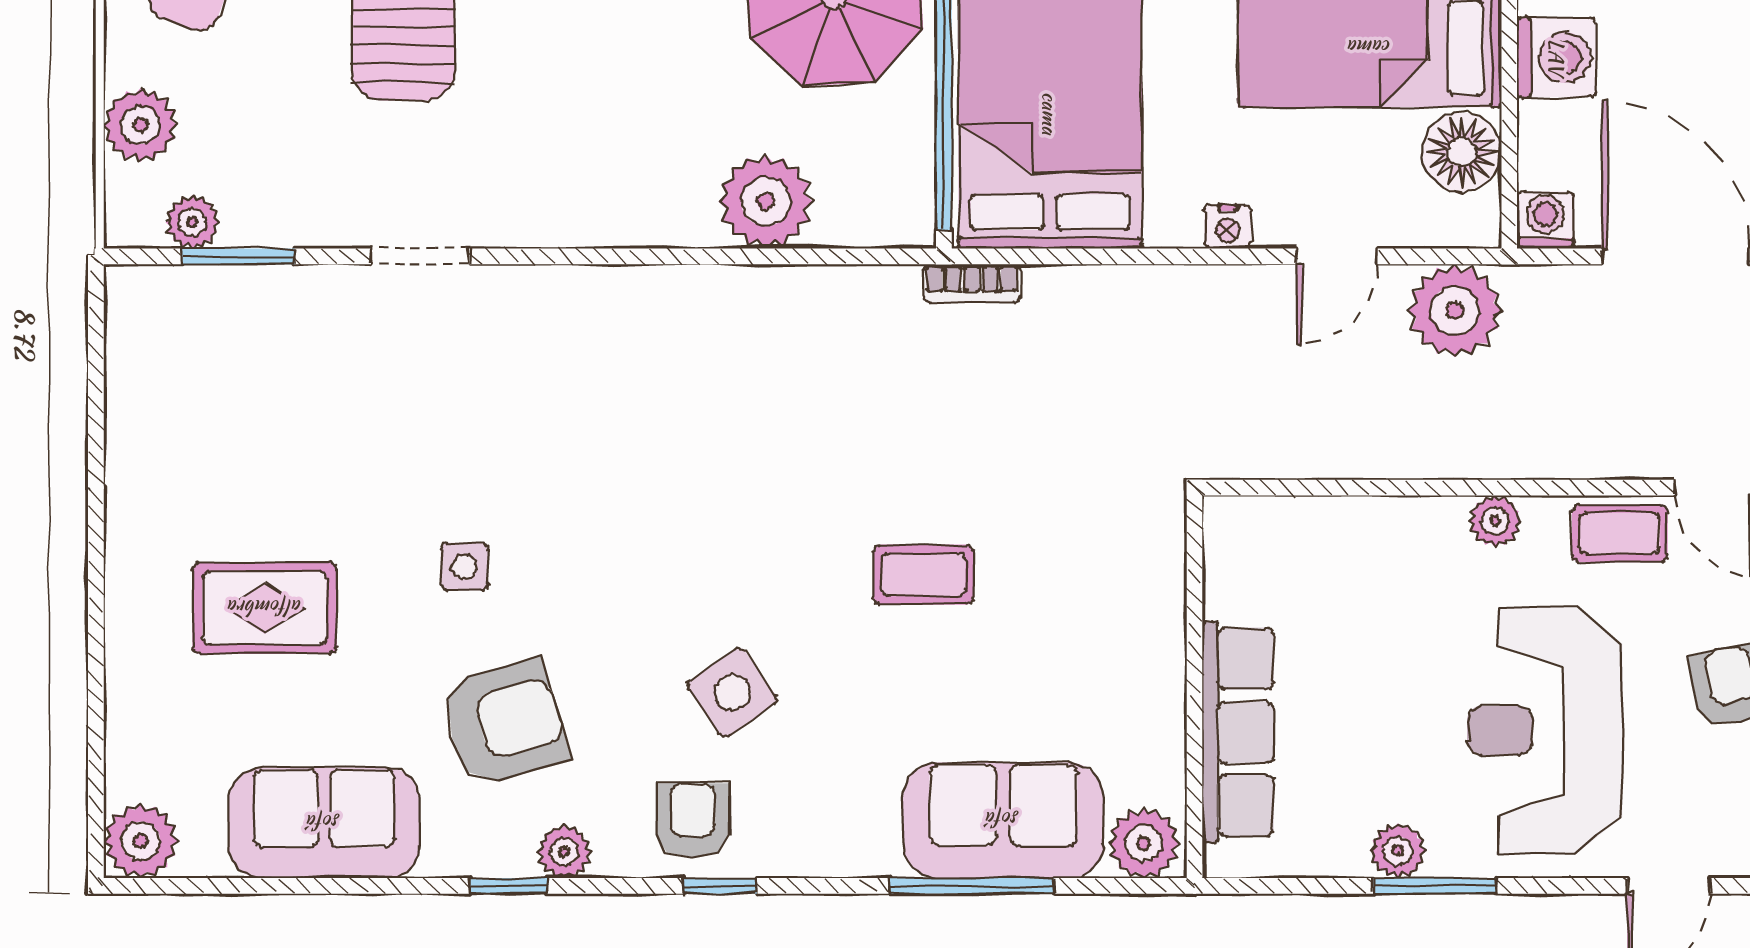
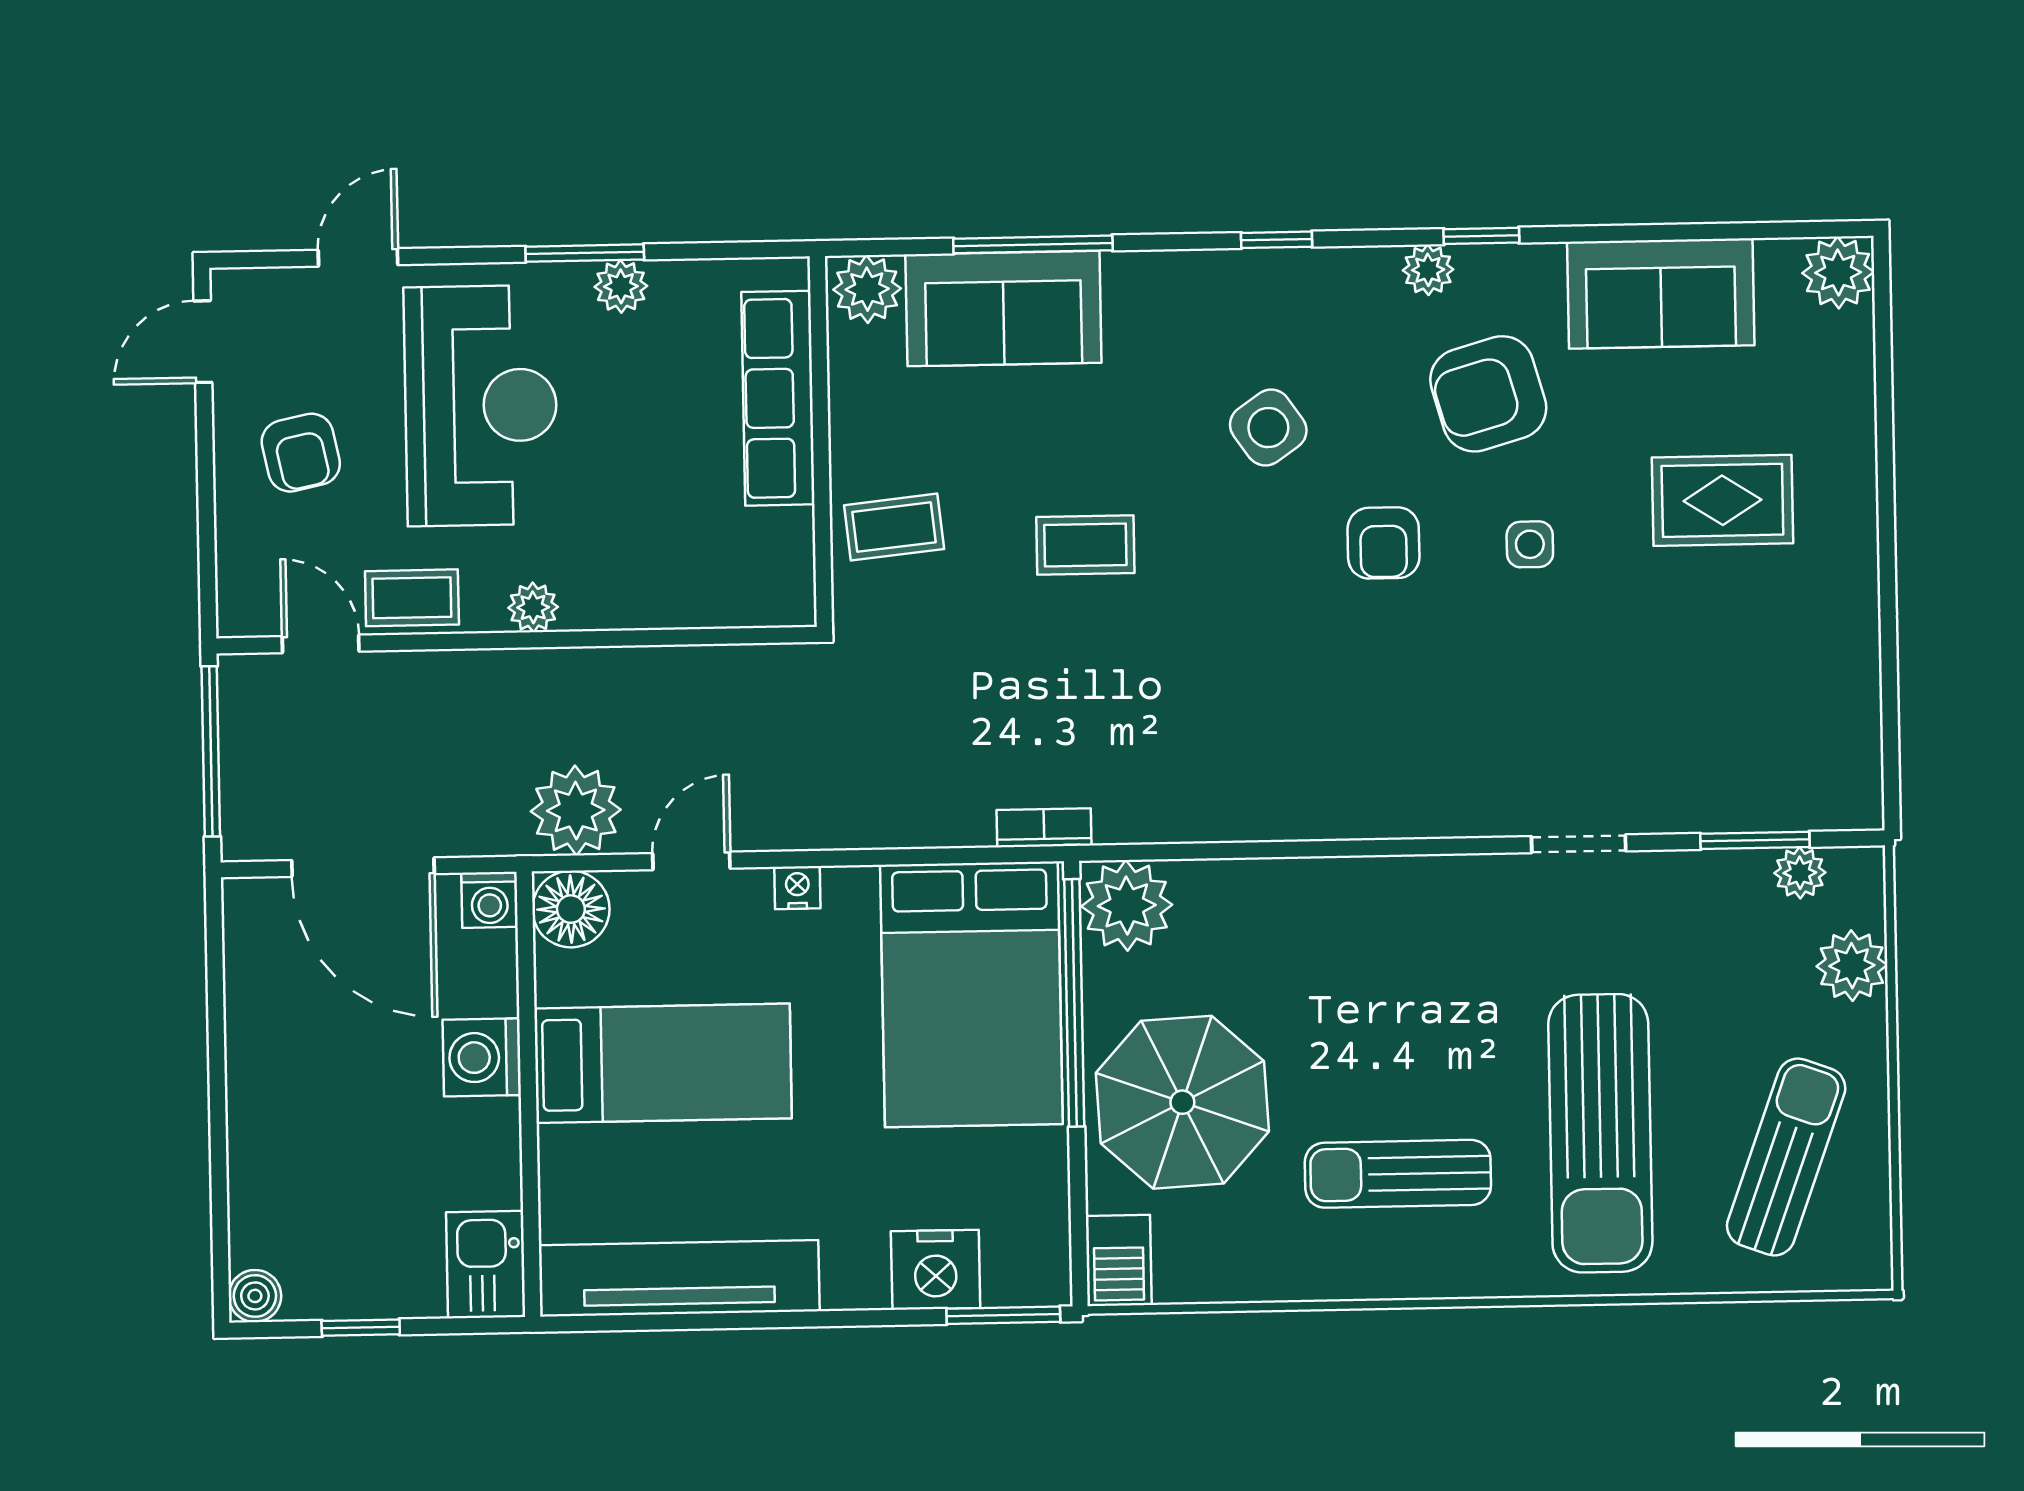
floor lamp: (1462, 152) -> (571, 909), moved
plant: (766, 202) -> (1127, 905), moved
coffee table: (1121, 597) -> (894, 527), added
armchair: (693, 820) -> (1383, 543), moved

